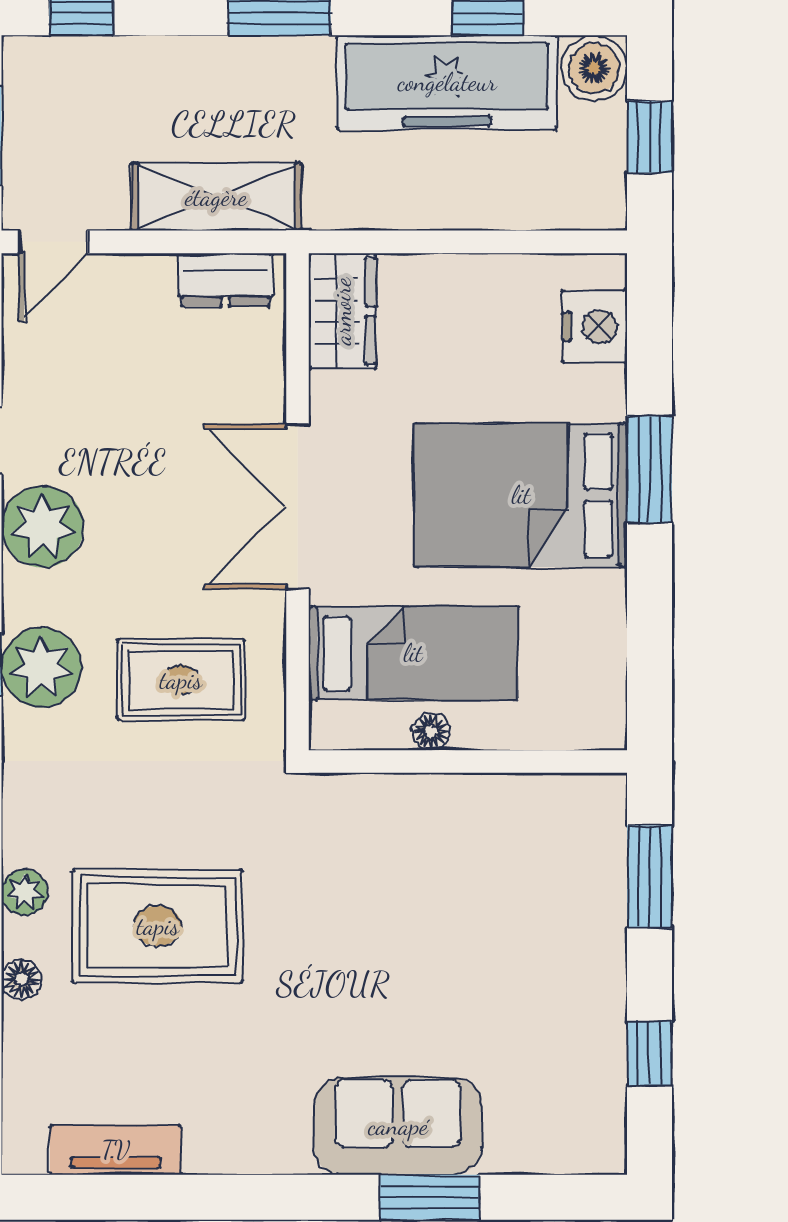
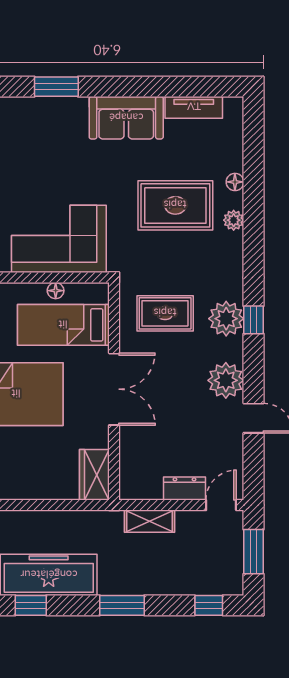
shelving: (216, 197) -> (150, 521), width x0.67, depth x0.75
dresser: (225, 280) -> (184, 488), moved
corner sofa: (423, 850) -> (59, 239), added
sofa: (398, 1126) -> (126, 118), moved

